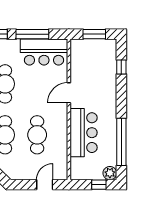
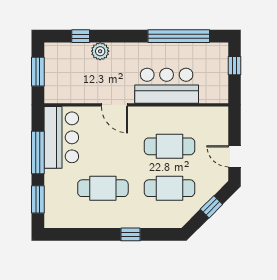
plant: (110, 173) -> (100, 51), moved
door: (45, 185) -> (235, 156), moved

